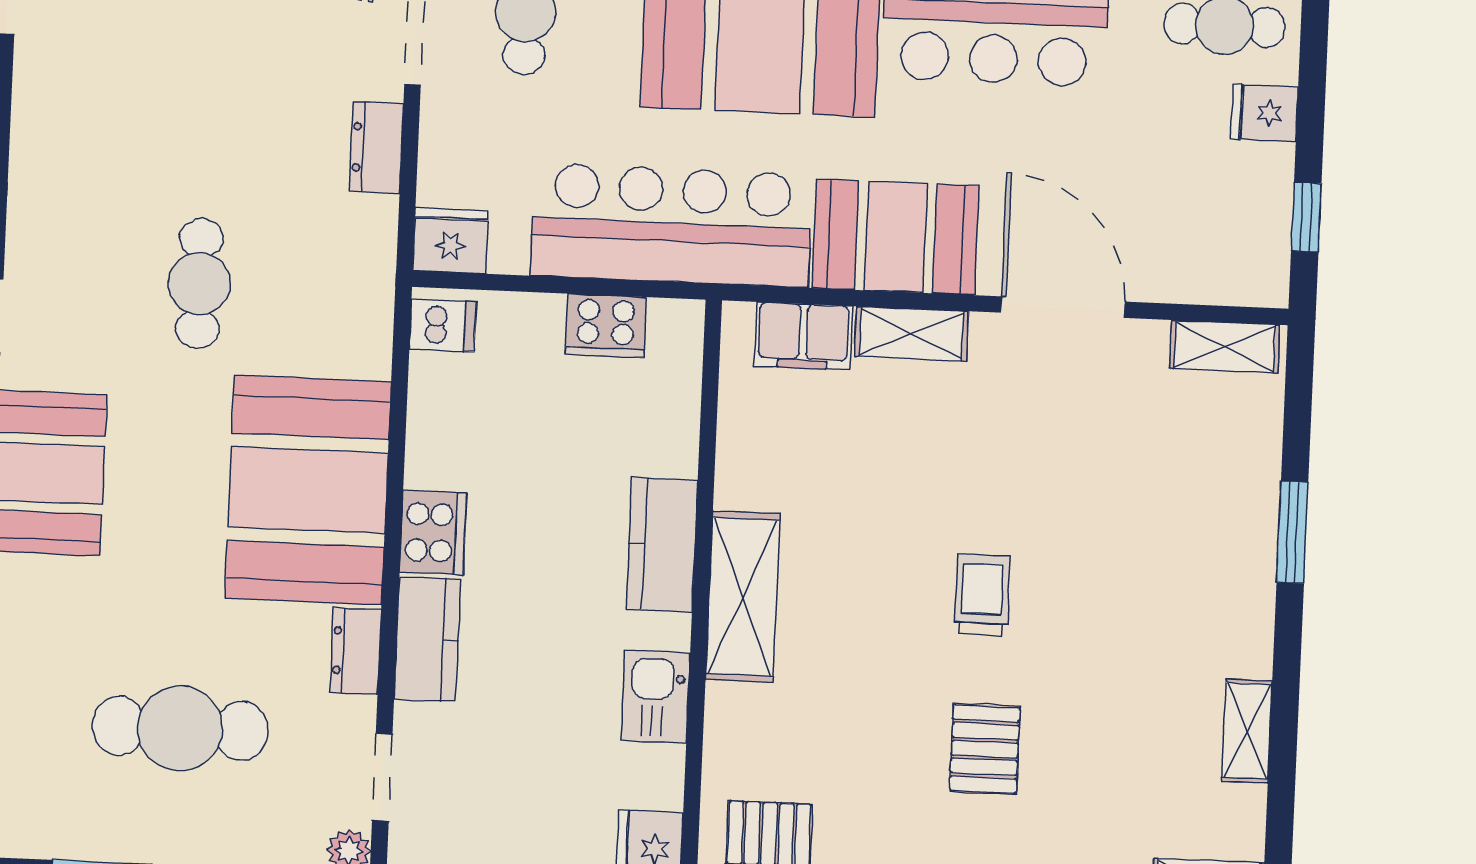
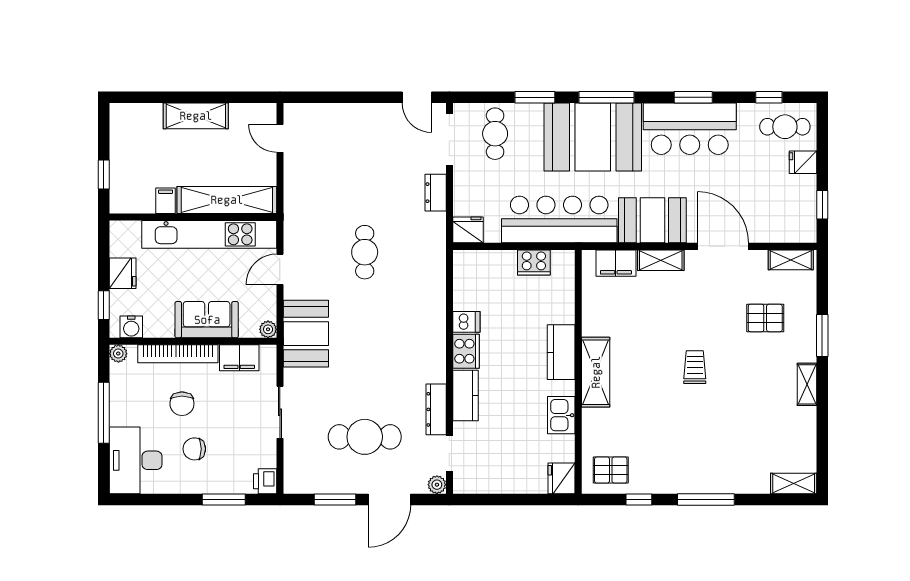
dishwasher: (443, 325) -> (466, 322), moved
booth: (308, 490) -> (414, 336), removed
dresser: (356, 651) -> (436, 409), width x1.44
shelving: (1247, 731) -> (807, 384), moved
pallet: (985, 749) -> (765, 318), moved, turned 90

